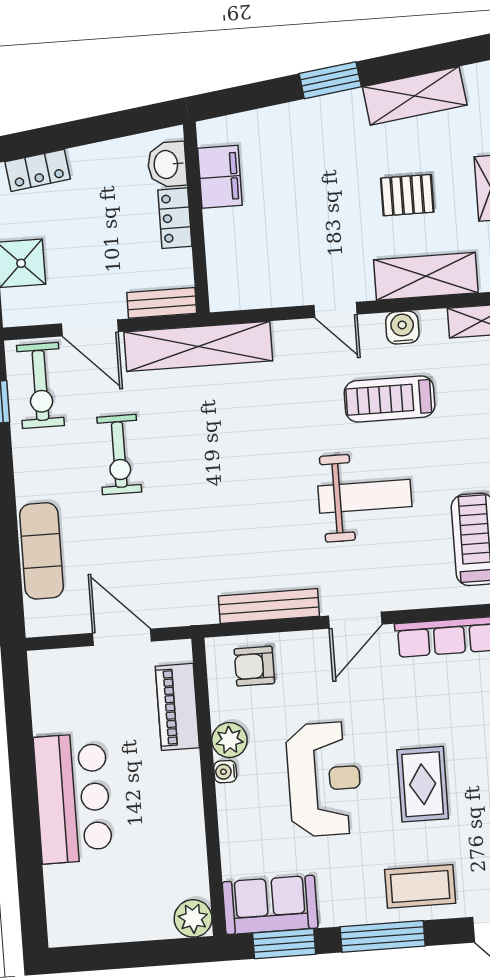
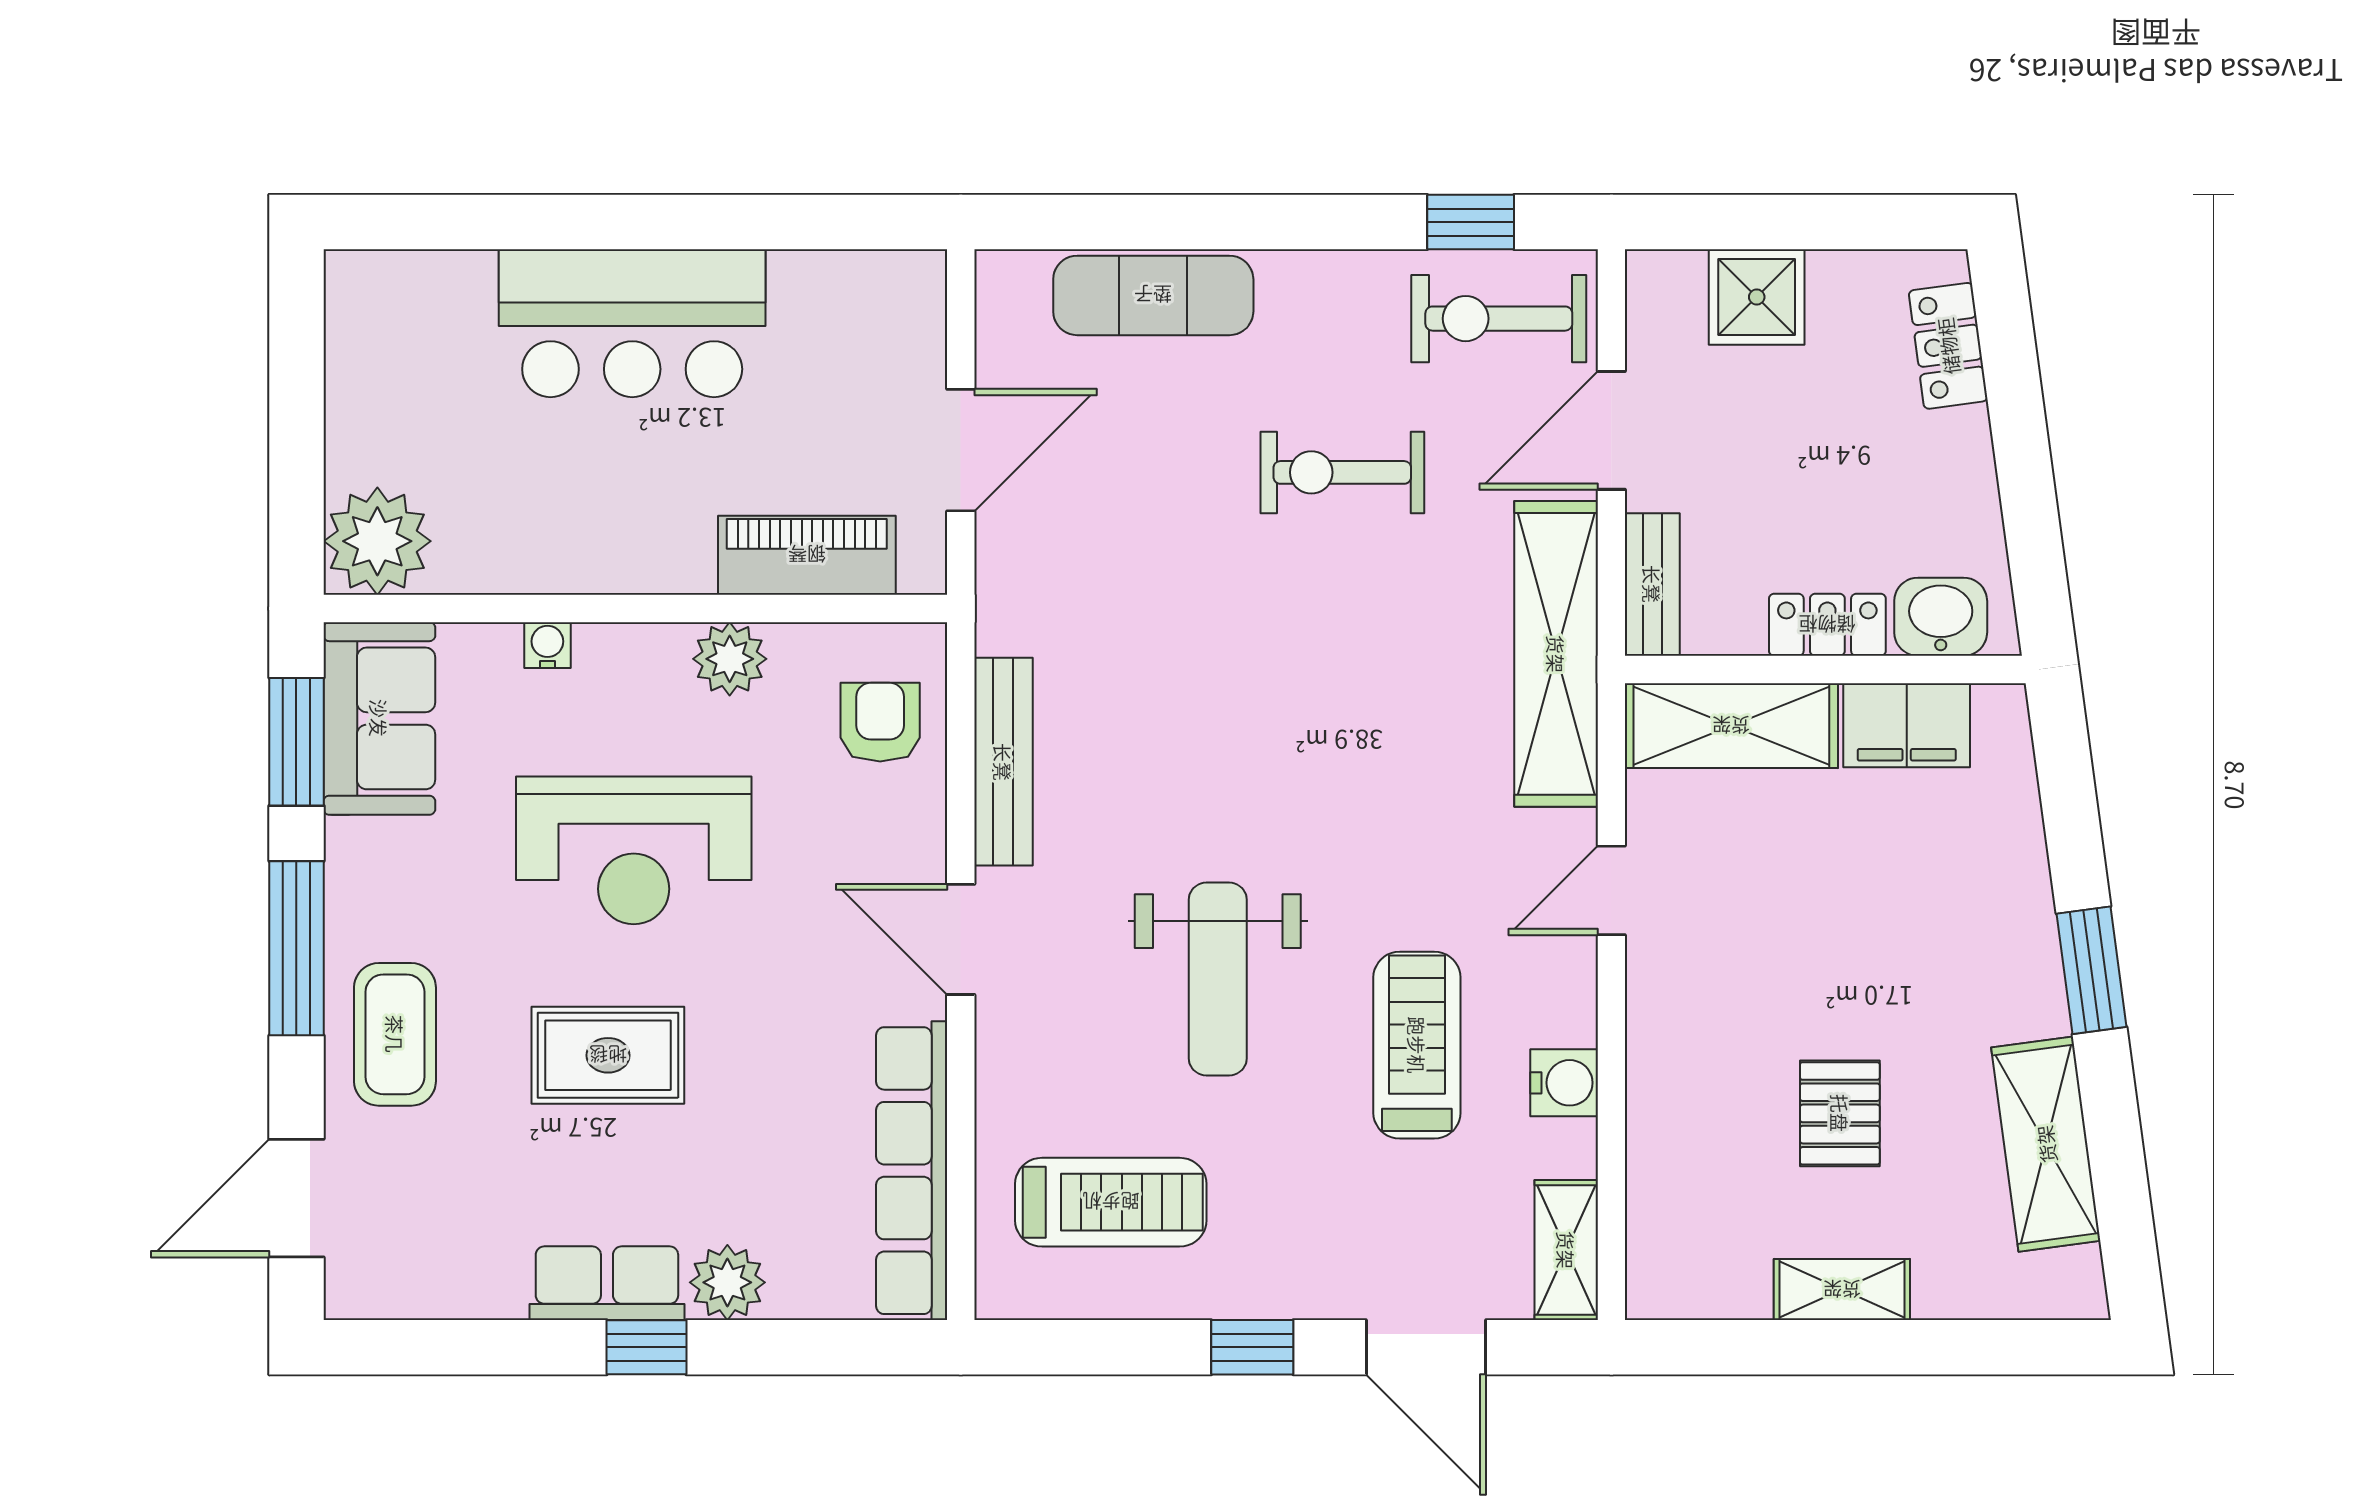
shelving: (426, 276) -> (1731, 726), moved, turned 90
door: (335, 310) -> (1611, 890), moved
water cooler: (225, 772) -> (547, 645), moved
plant: (193, 918) -> (377, 541), width x1.36, depth x1.36

